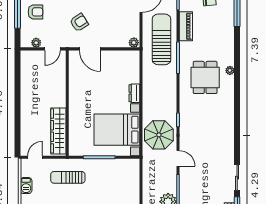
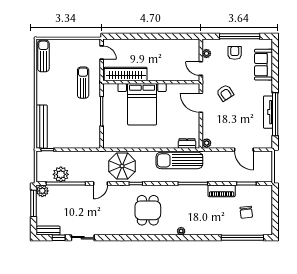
armchair: (35, 12) -> (235, 53), turned 180
sun lounger: (161, 39) -> (179, 160), moved, turned 180
door: (90, 49) -> (201, 103), hinge flipped
dining table: (205, 77) -> (148, 210), moved, turned 90
dresser: (134, 93) -> (187, 144), moved
bed with nightstands: (117, 130) -> (142, 104), moved, turned 180
barbecue: (26, 186) -> (76, 44), removed

